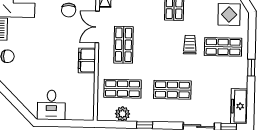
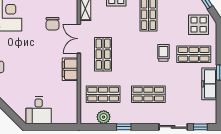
freezer: (239, 106) -> (209, 84), moved

